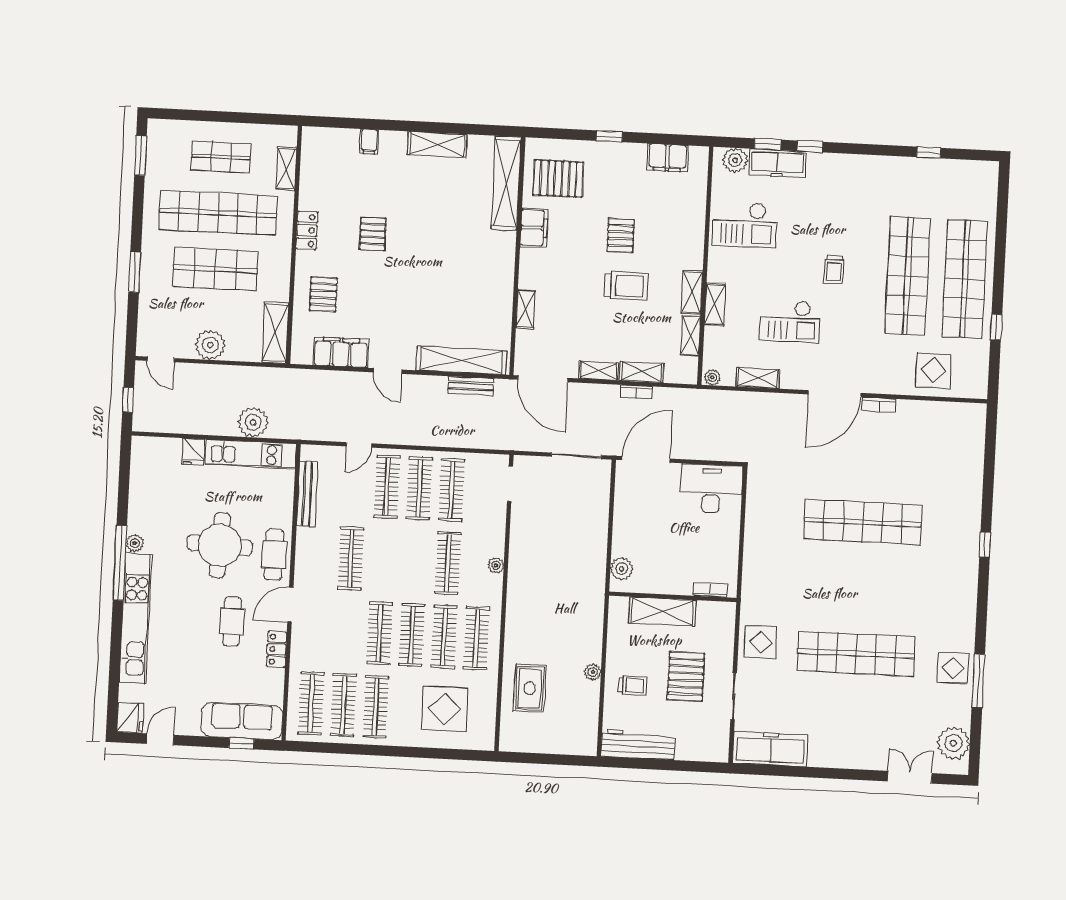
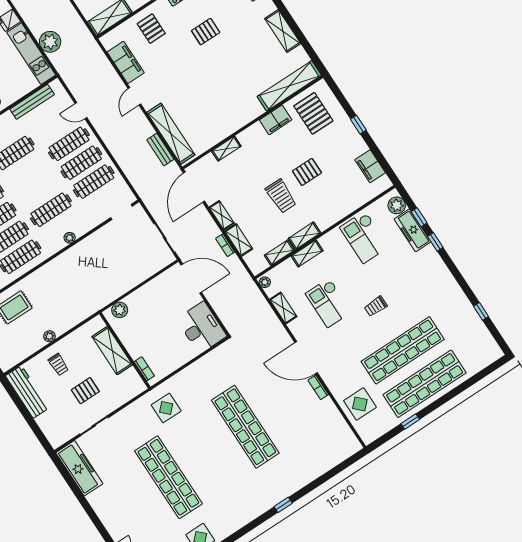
pallet: (323, 294) -> (151, 29), turned 90
display table: (761, 642) -> (166, 408), moved
pallet: (686, 677) -> (85, 391), width x0.67, depth x0.71

